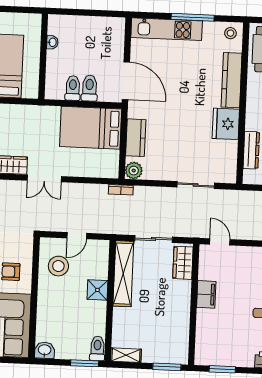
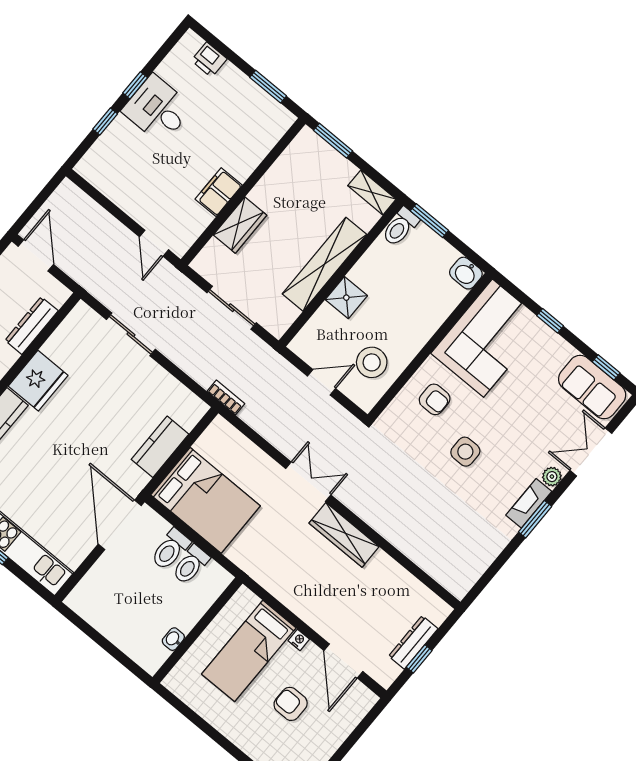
plant: (134, 171) -> (193, 409), removed
wardrobe: (183, 263) -> (240, 225), moved
shelving: (123, 274) -> (324, 264), moved

